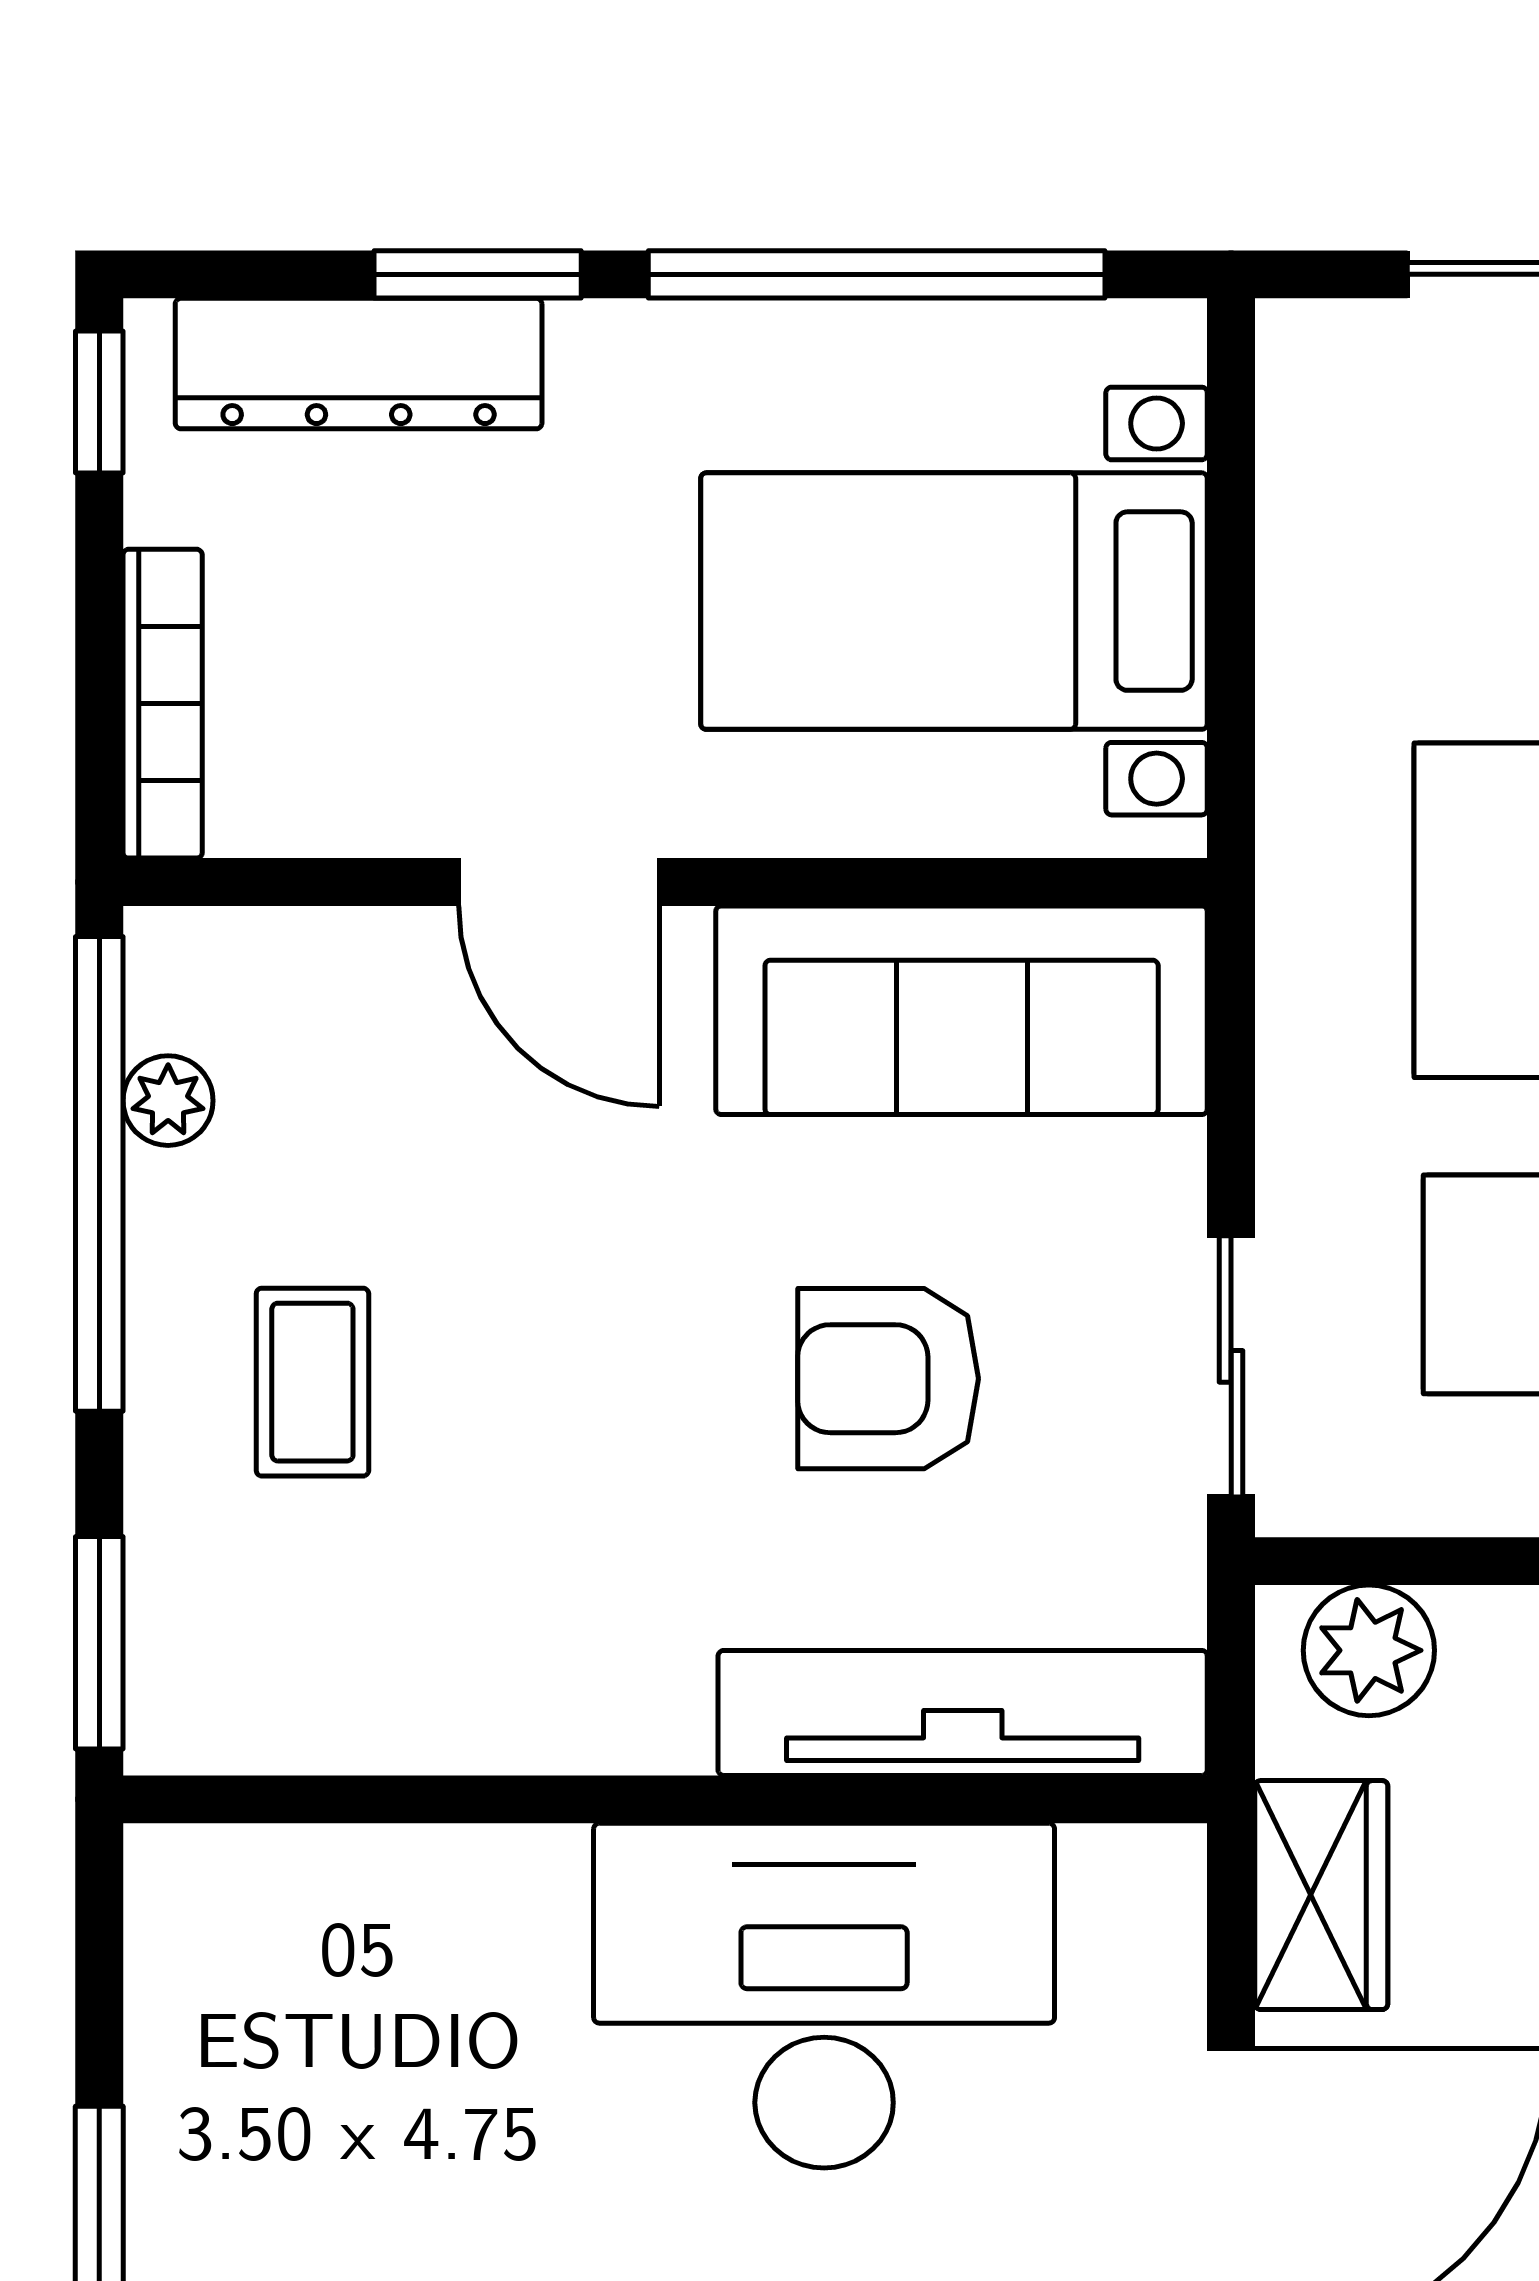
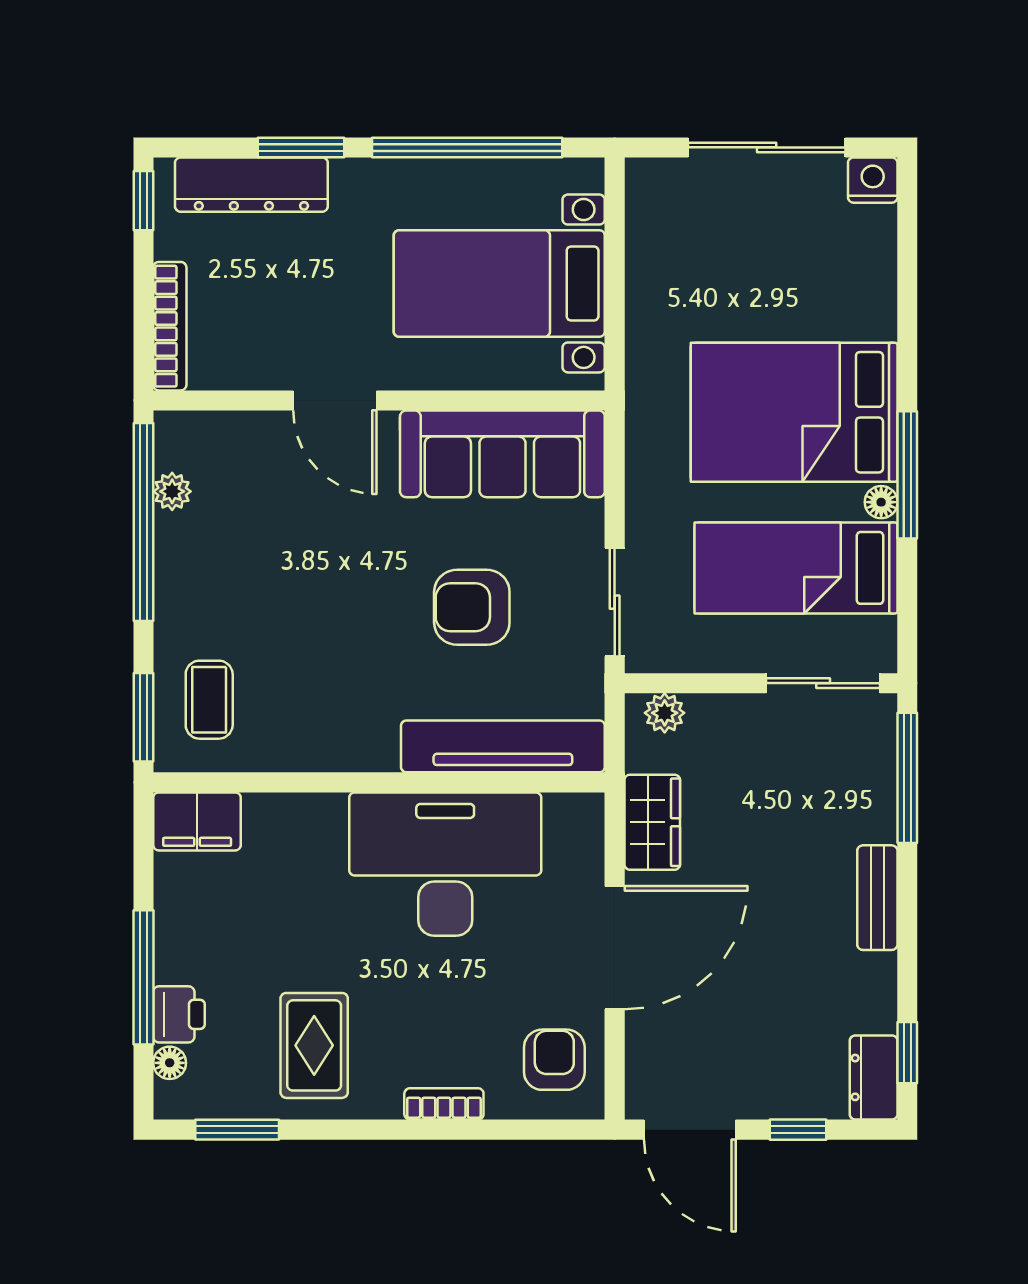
coffee table: (312, 1382) -> (209, 700), moved
plant: (1369, 1650) -> (665, 713), width x0.73, depth x0.73
filing cabinet: (228, 1893) -> (197, 821), added

